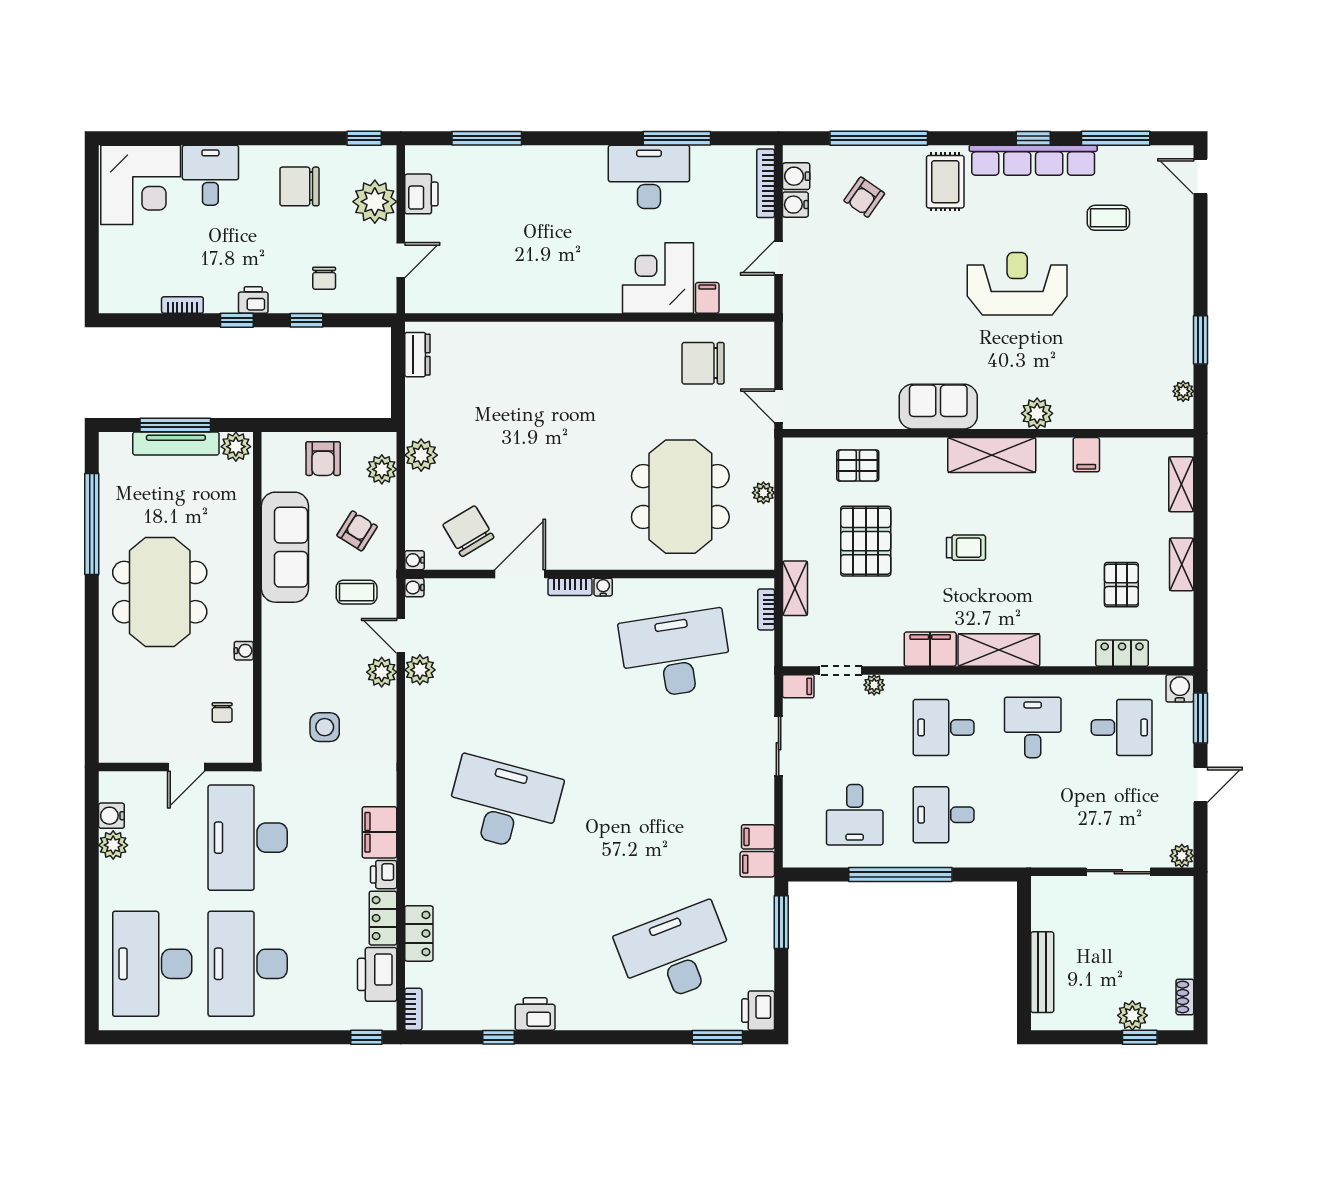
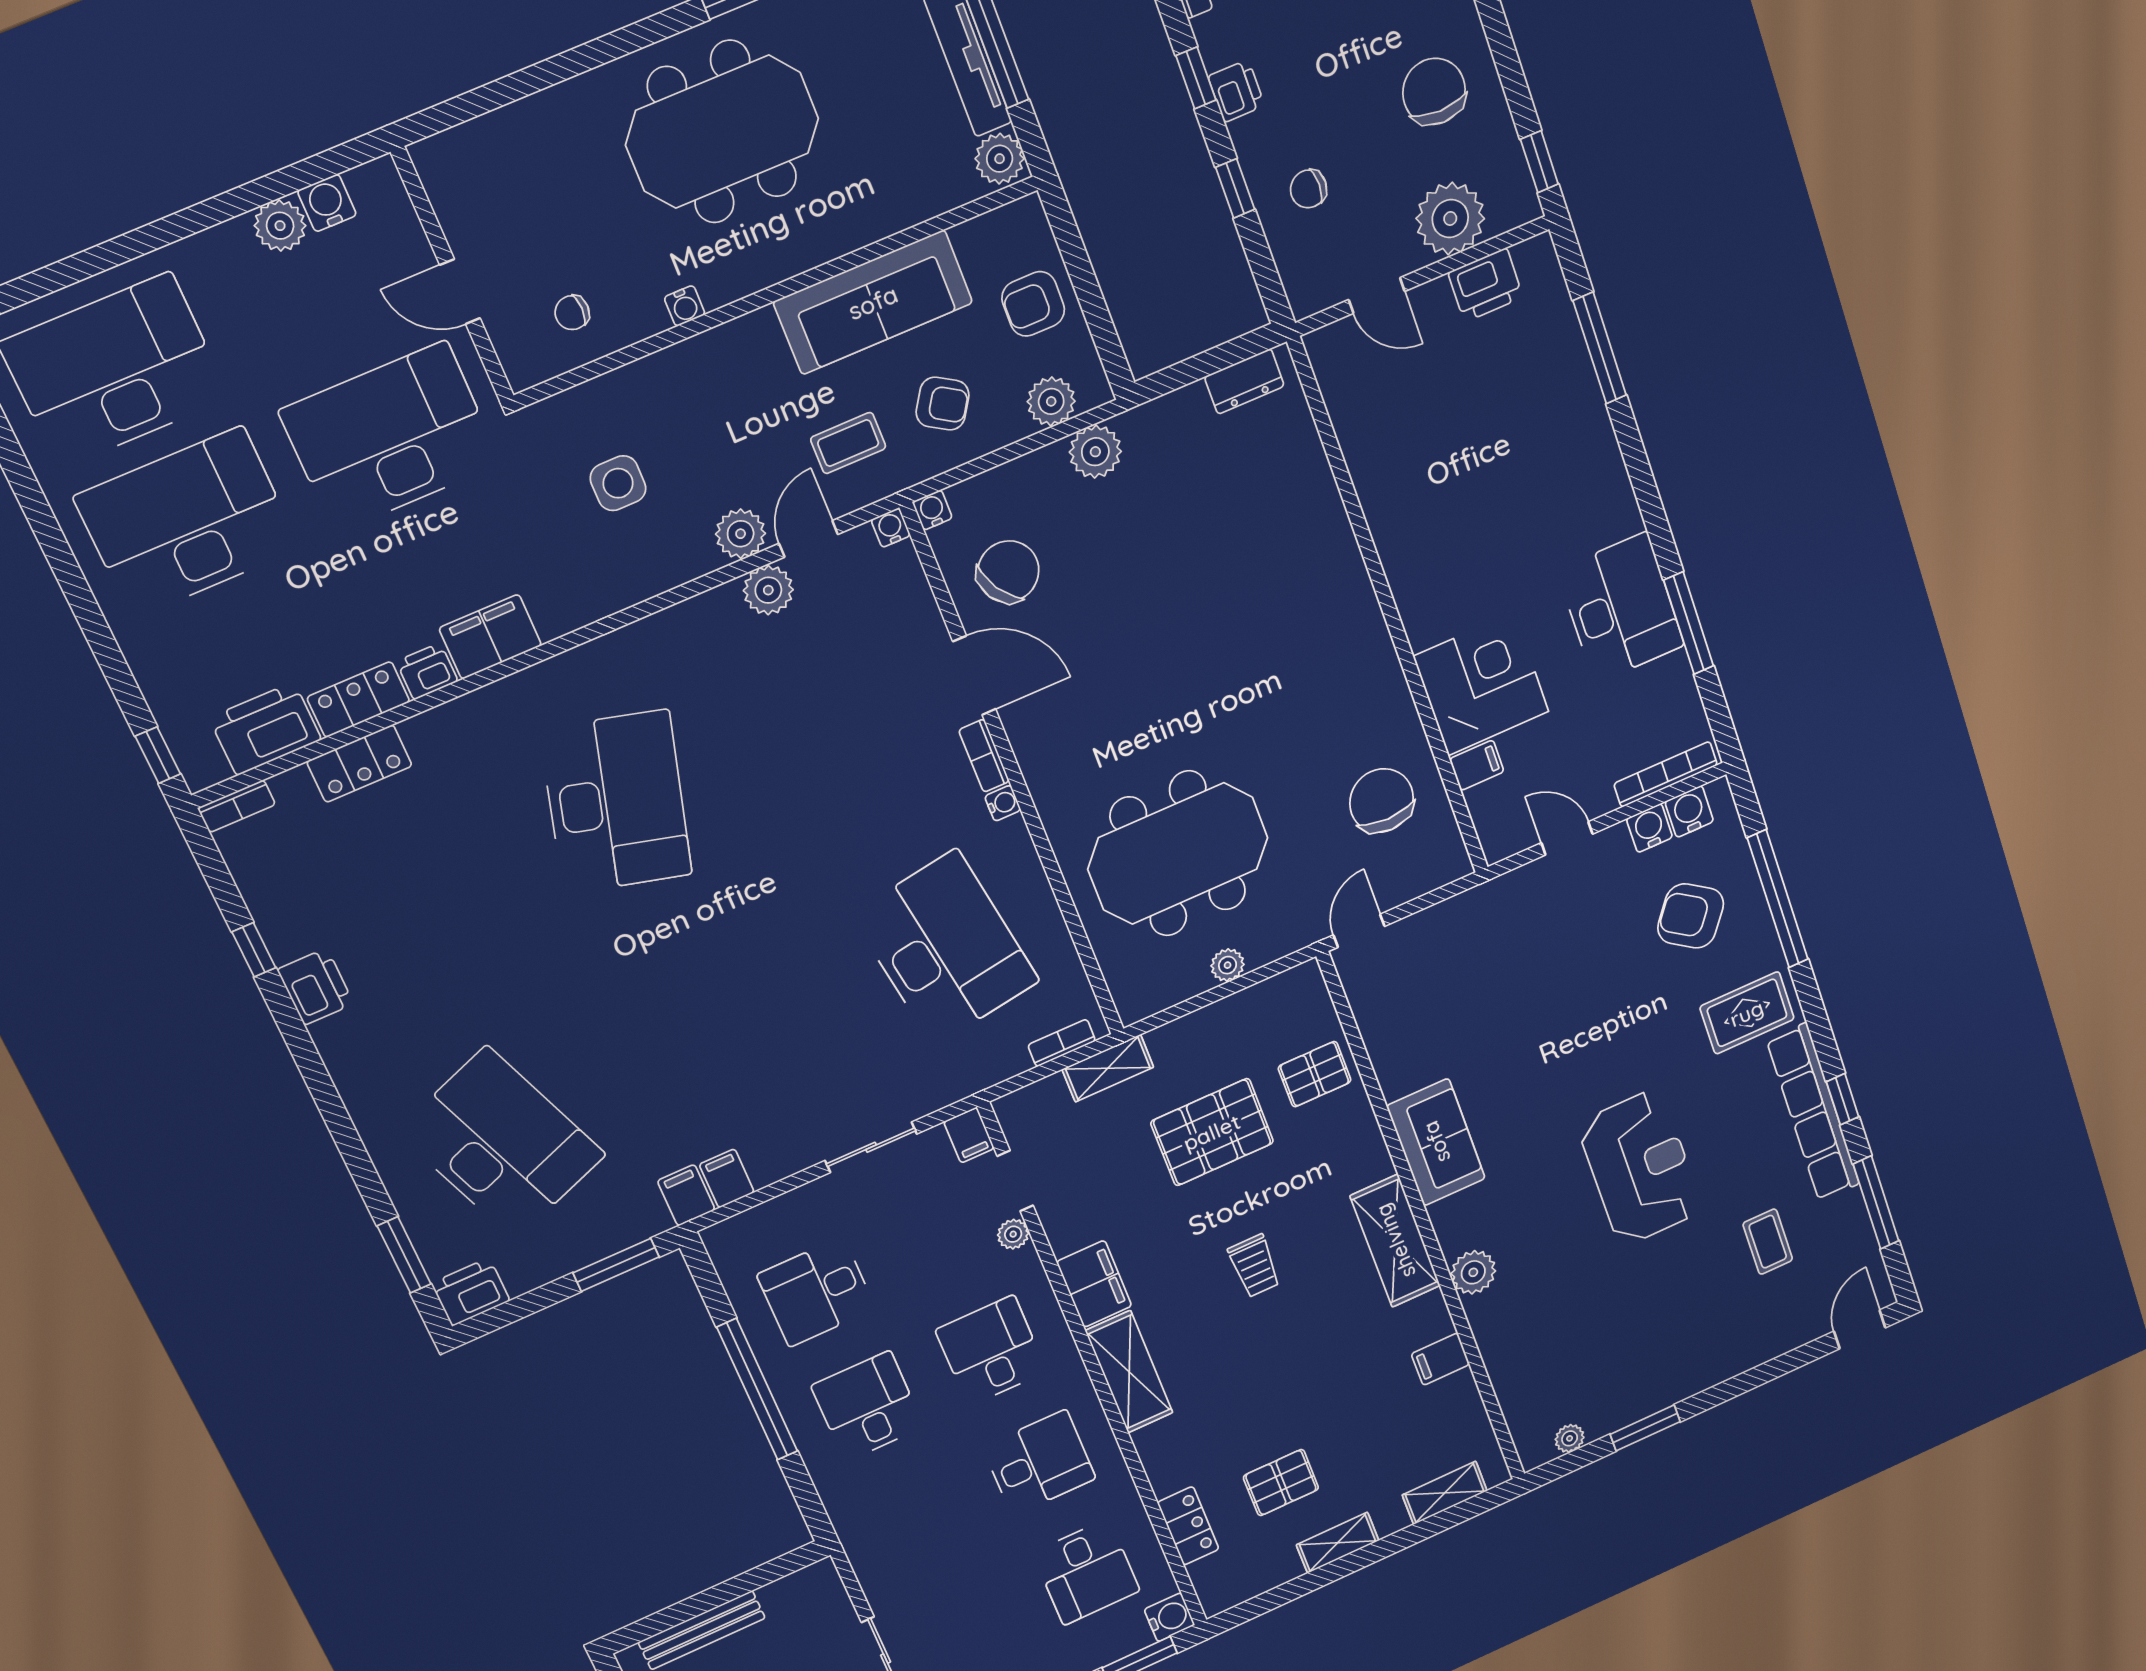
armchair: (864, 197) -> (1691, 916), width x1.38, depth x1.38
pallet: (858, 465) -> (1315, 1074), turned 90
coffee table: (357, 592) -> (848, 443), turned 90

